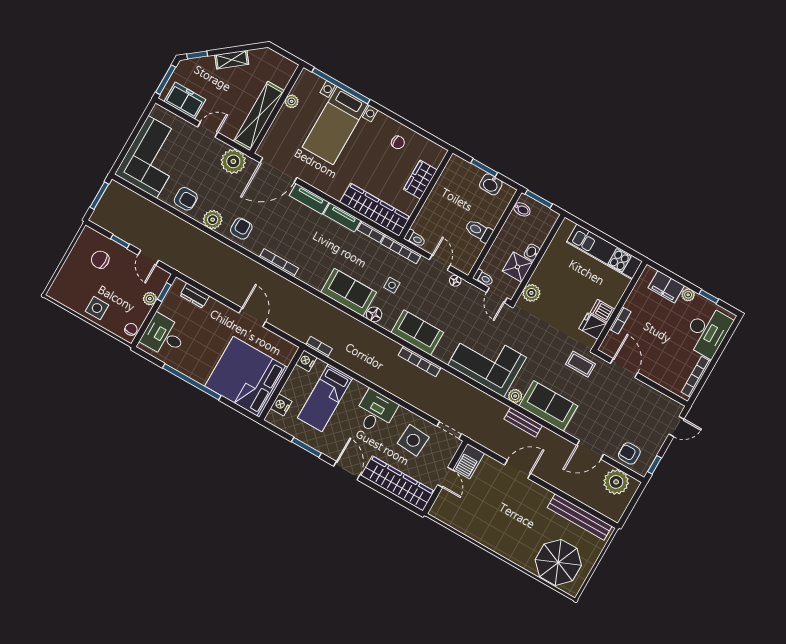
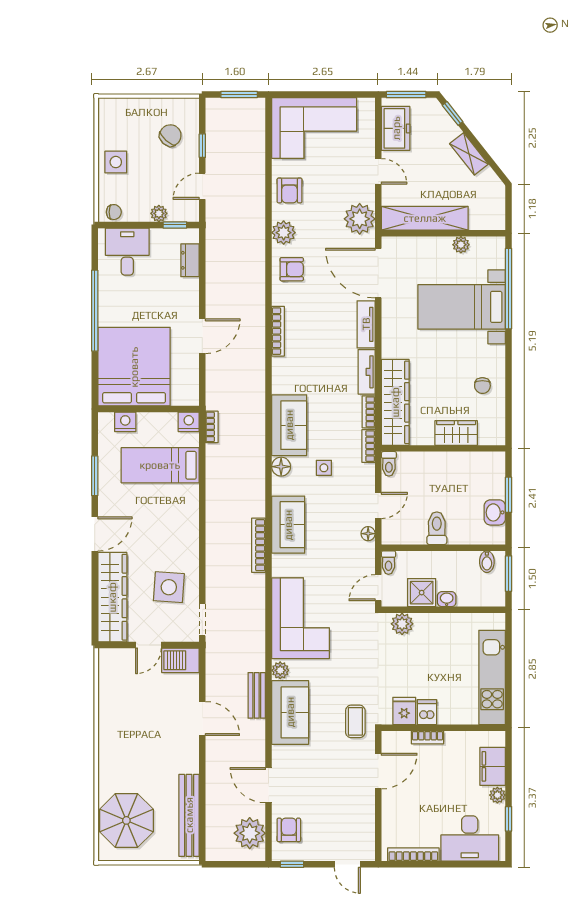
bookcase: (401, 249) -> (369, 446), width x0.64
chair: (100, 260) -> (170, 135), turned 42
desk: (375, 412) -> (176, 529), removed

